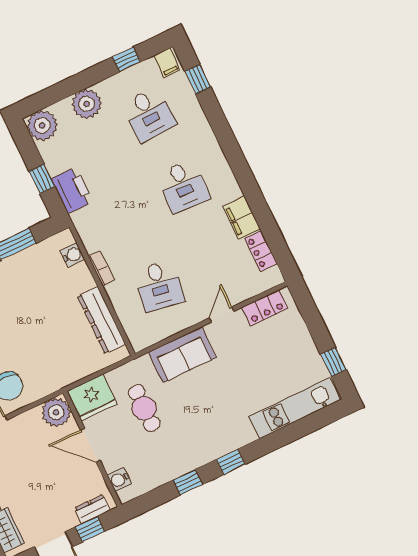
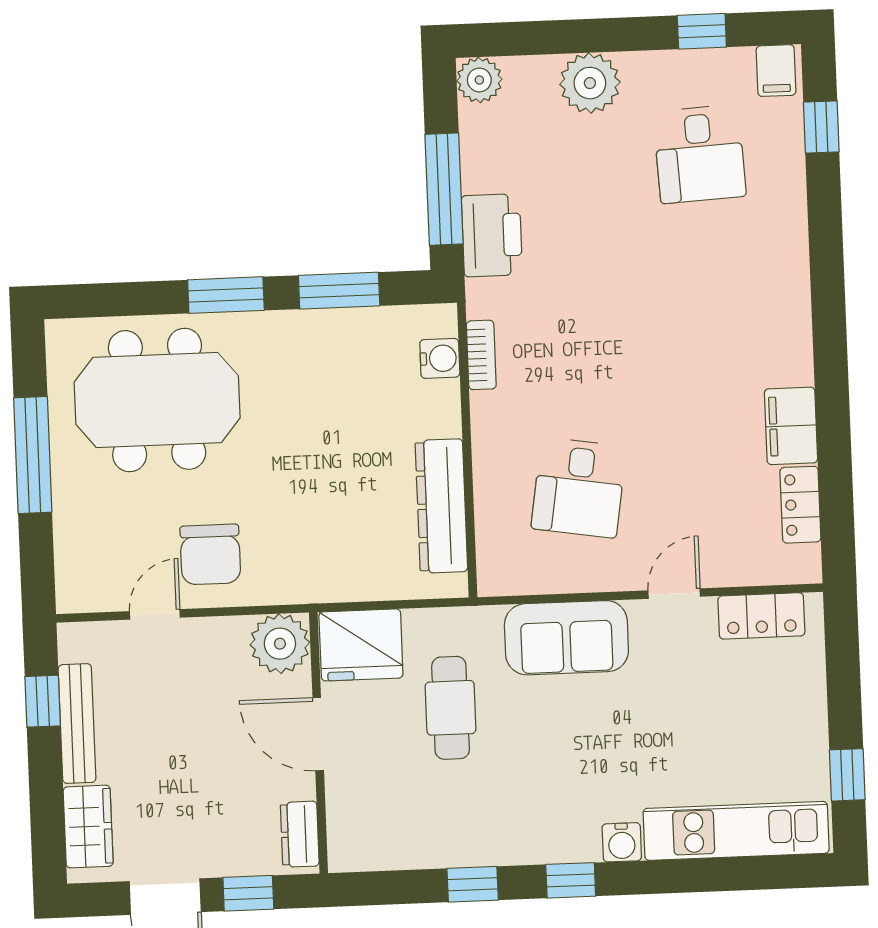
plant: (42, 126) -> (479, 80), width x0.73, depth x0.73
window: (42, 179) -> (444, 189), width x2.17
desk: (183, 186) -> (706, 318), removed
bookcase: (101, 268) -> (481, 355), moved
water cooler: (119, 480) -> (622, 842), moved, turned -90
dresser: (93, 509) -> (300, 834), moved, turned -90

